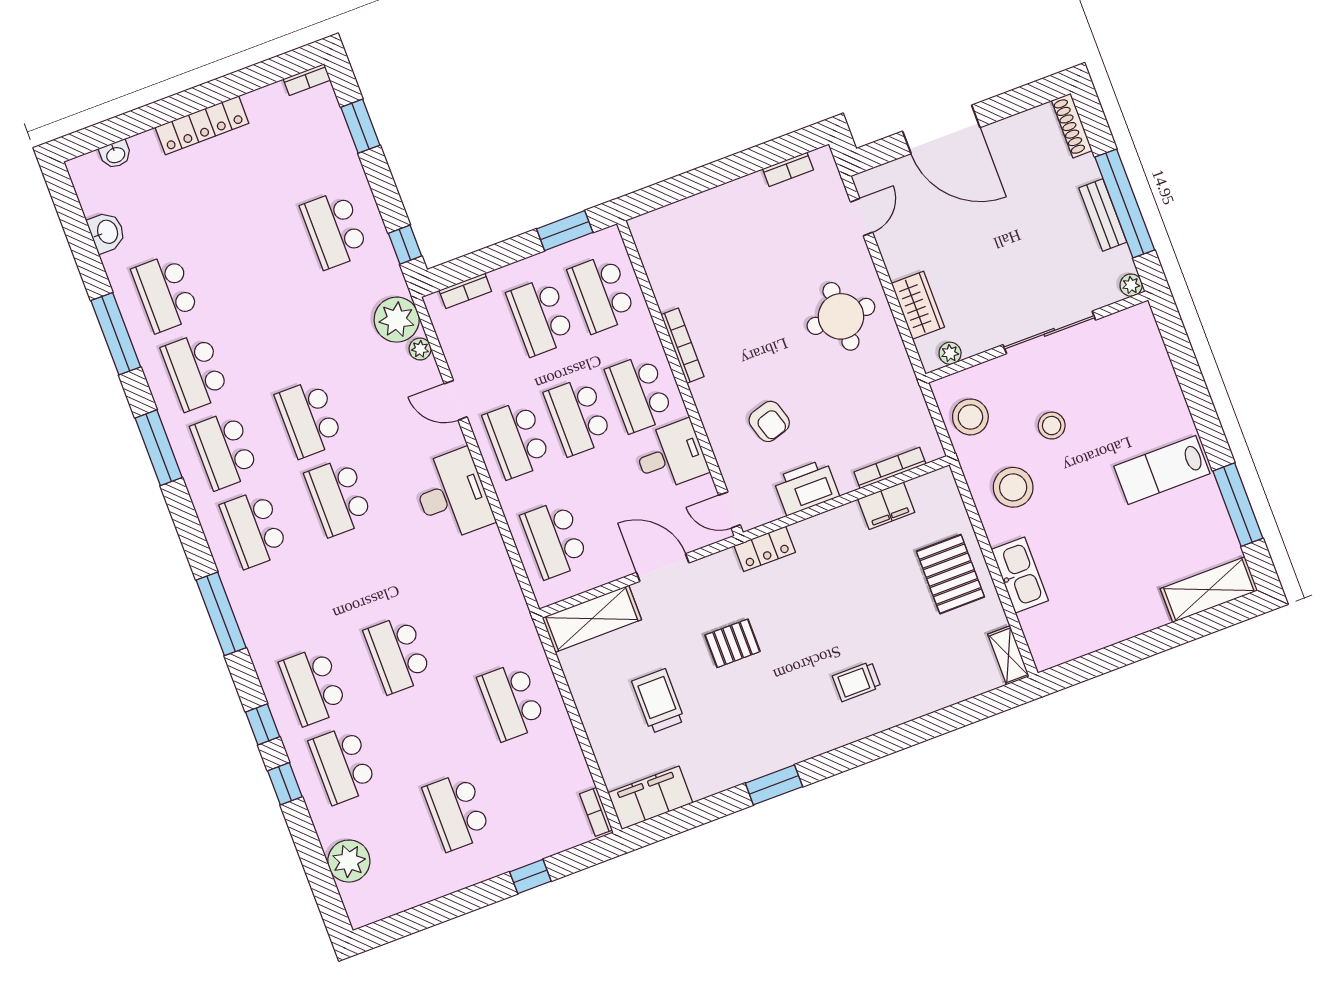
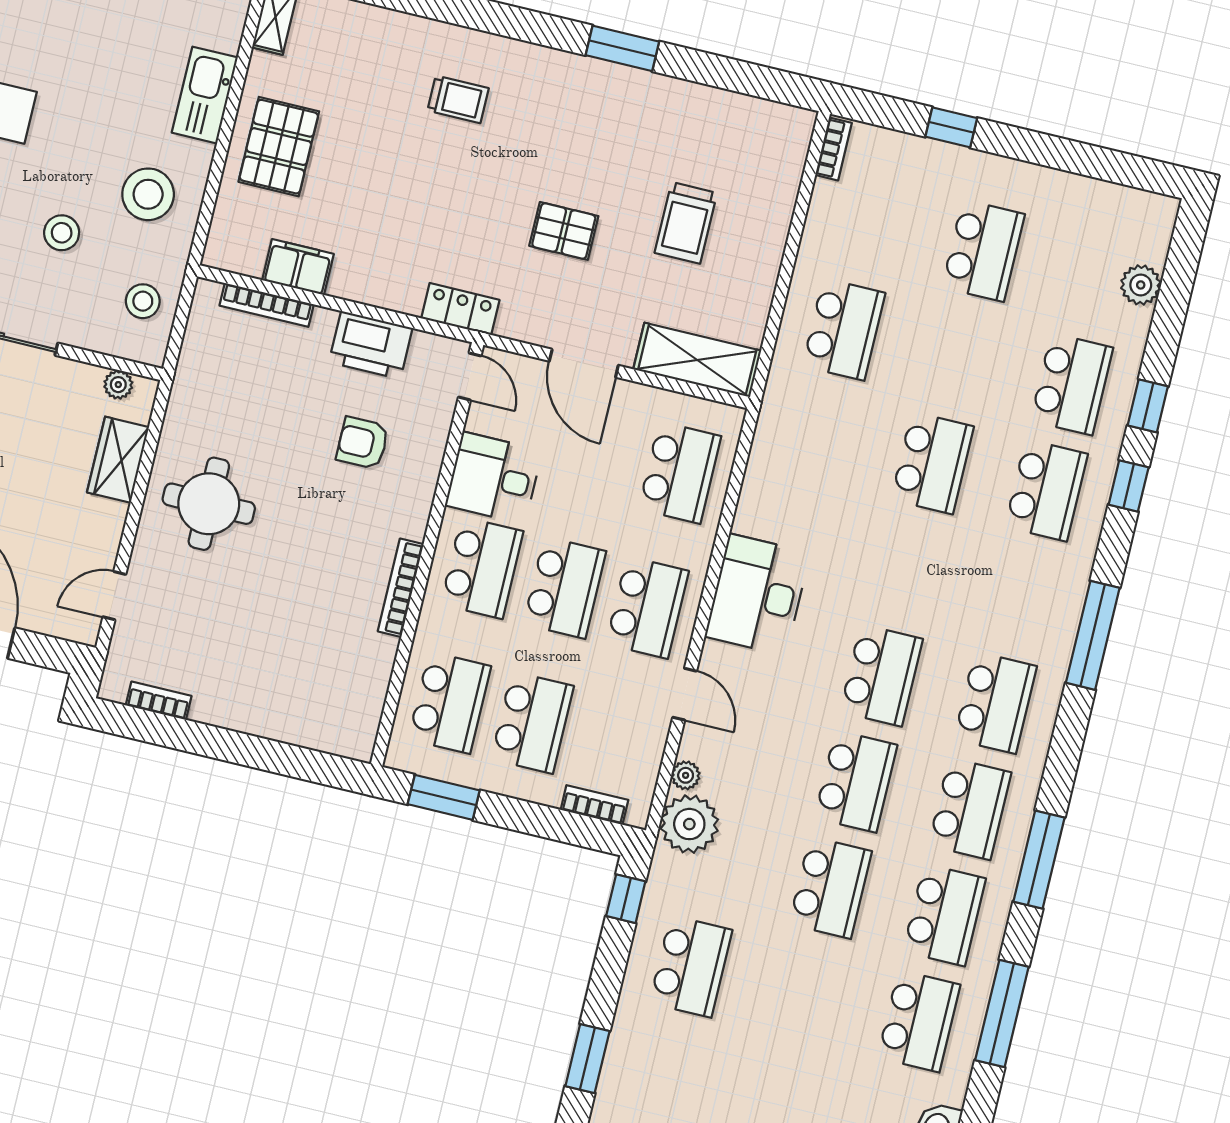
school desk: (279, 340) -> (830, 888), added
stool: (970, 417) -> (143, 301), width x0.73, depth x0.73
armchair: (769, 421) -> (363, 443), turned -73
filing cabinet: (650, 798) -> (765, 124), removed
plant: (349, 861) -> (1141, 285), width x0.73, depth x0.73

